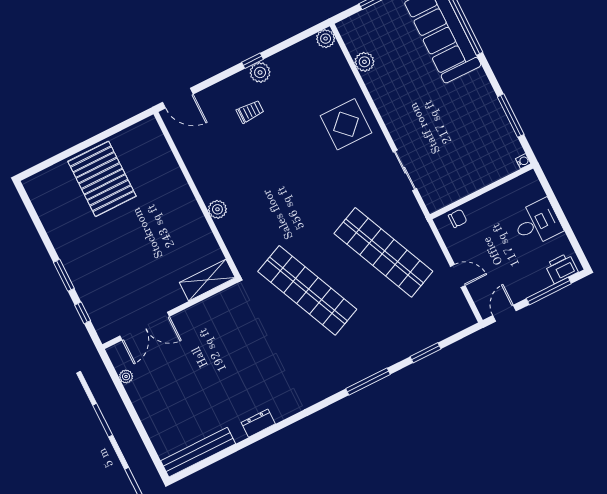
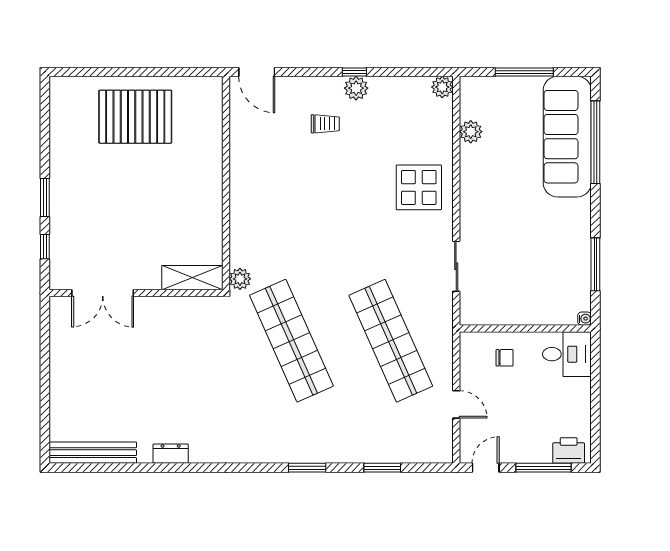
pallet: (102, 179) -> (135, 117), turned 90
plant: (217, 209) -> (240, 279), moved
chair: (458, 218) -> (505, 358), moved
desk: (537, 223) -> (567, 354), moved
plant: (126, 376) -> (57, 336), removed
window: (368, 382) -> (307, 468), width x0.69

